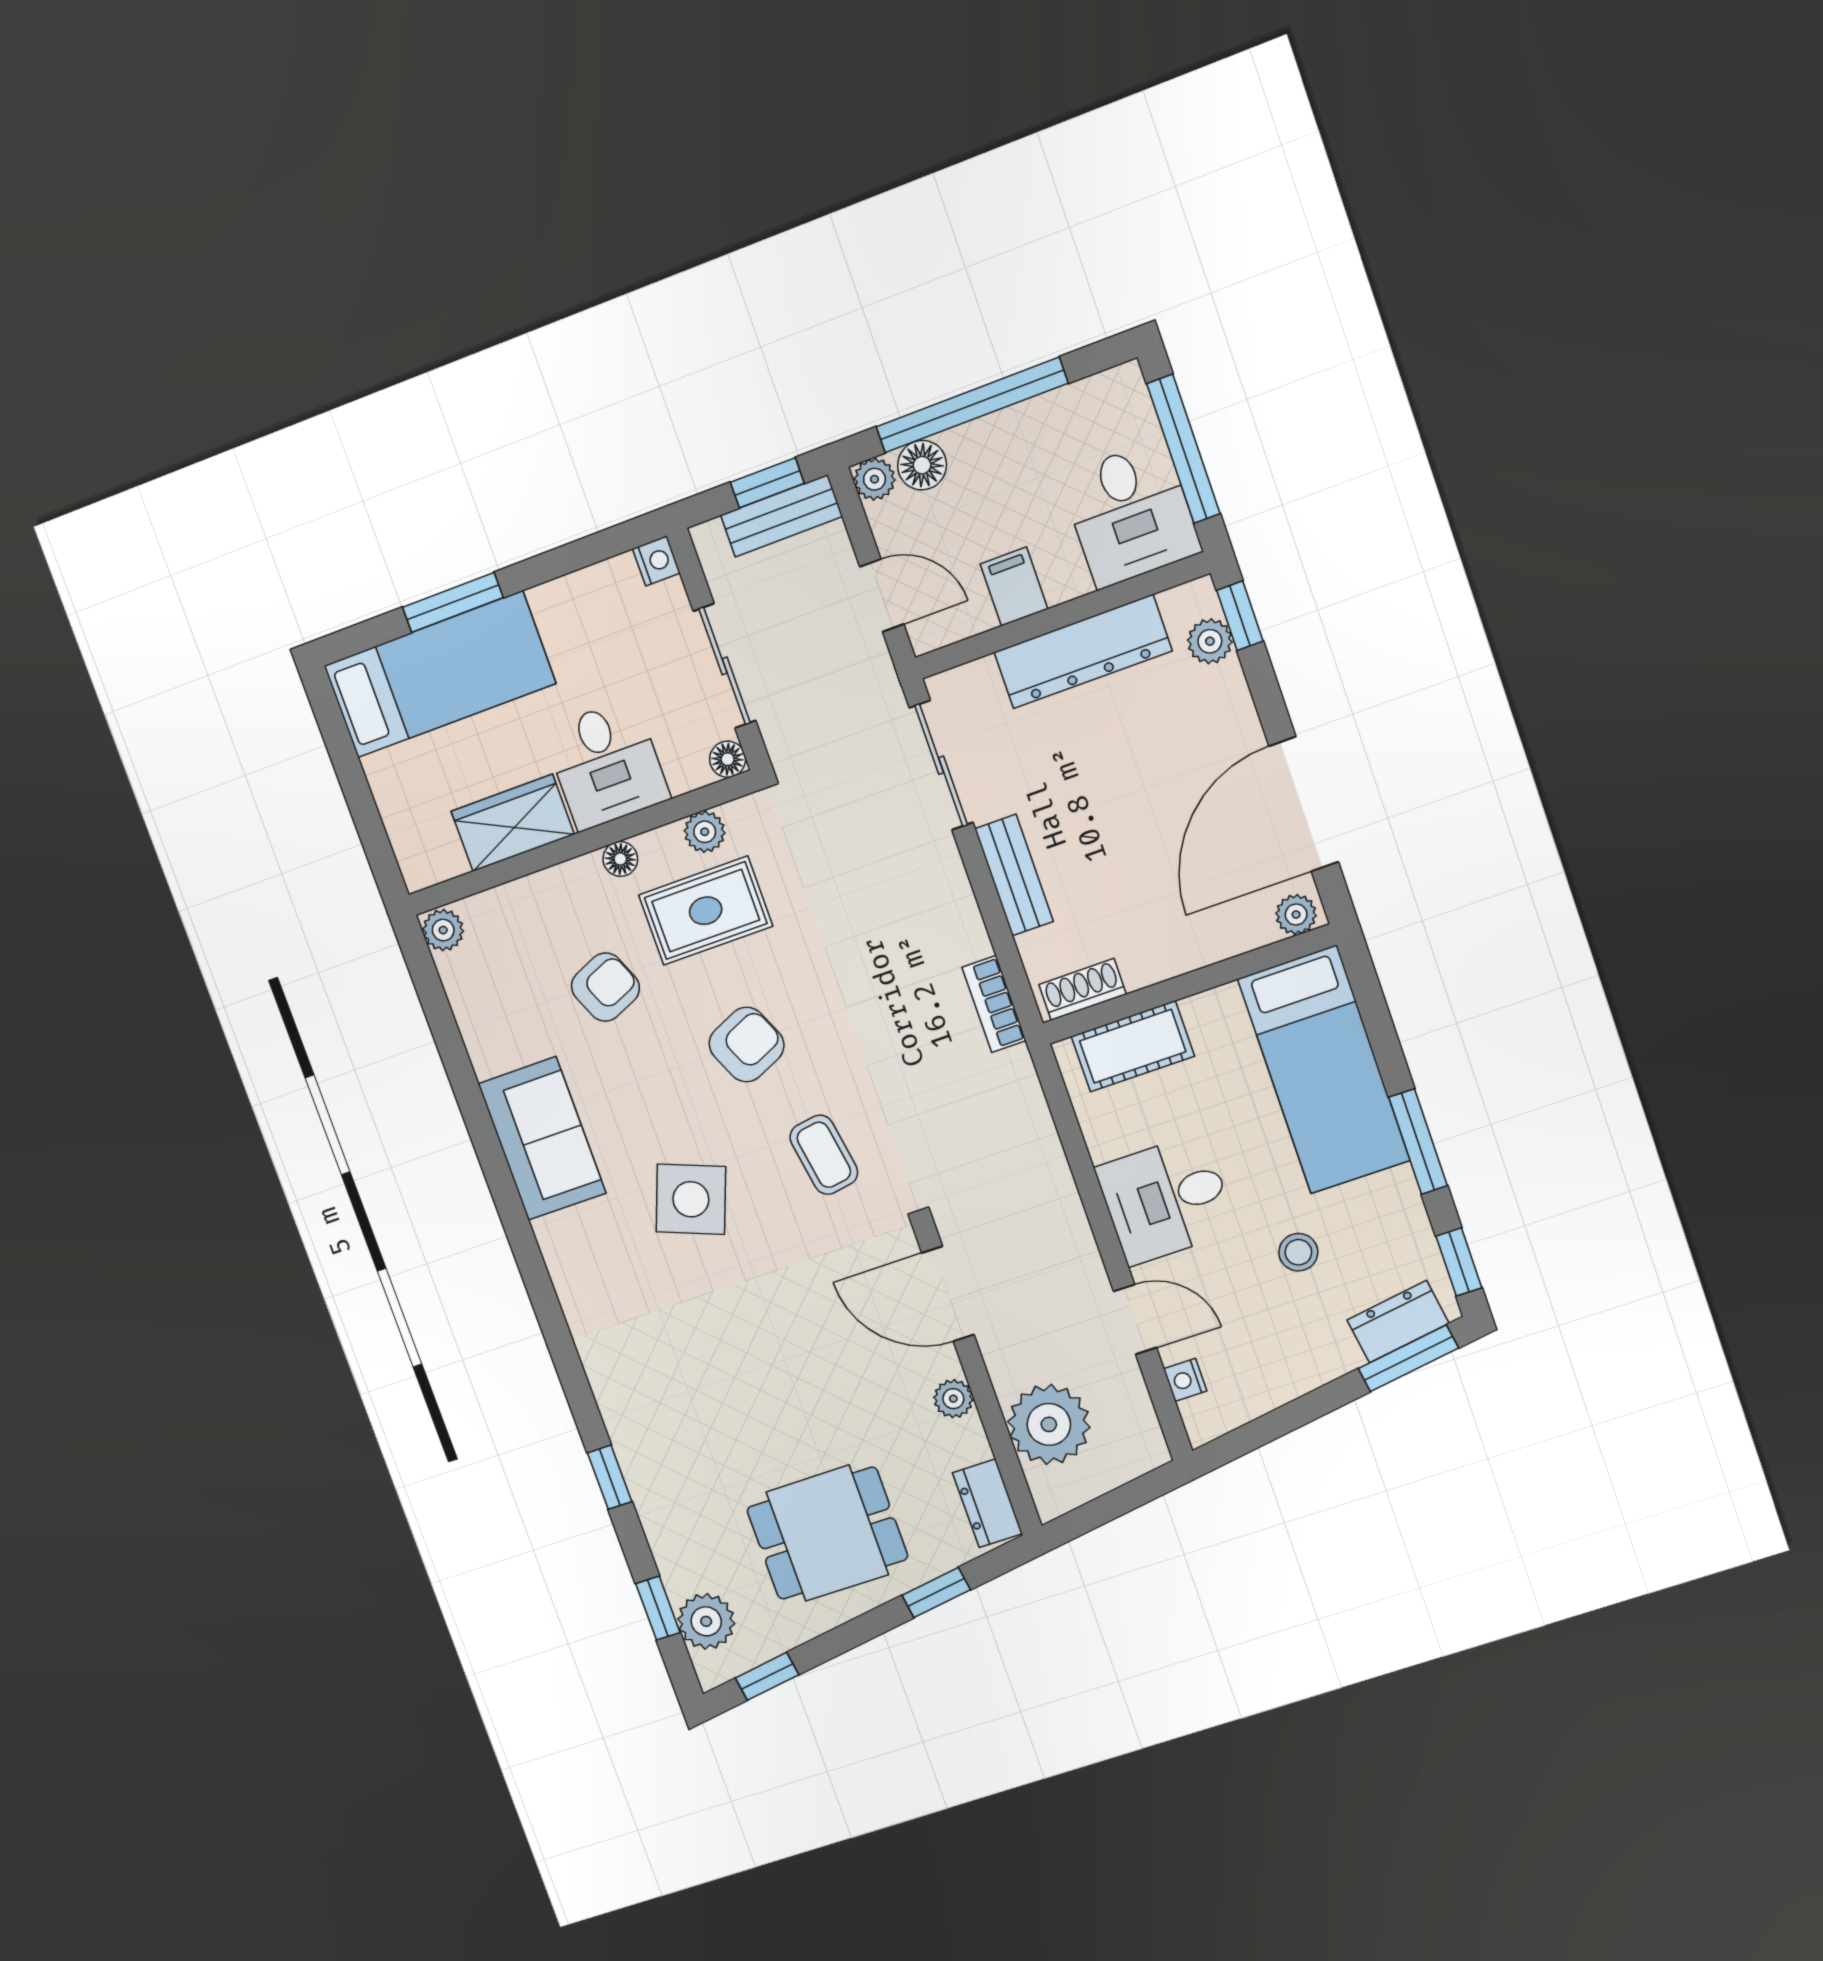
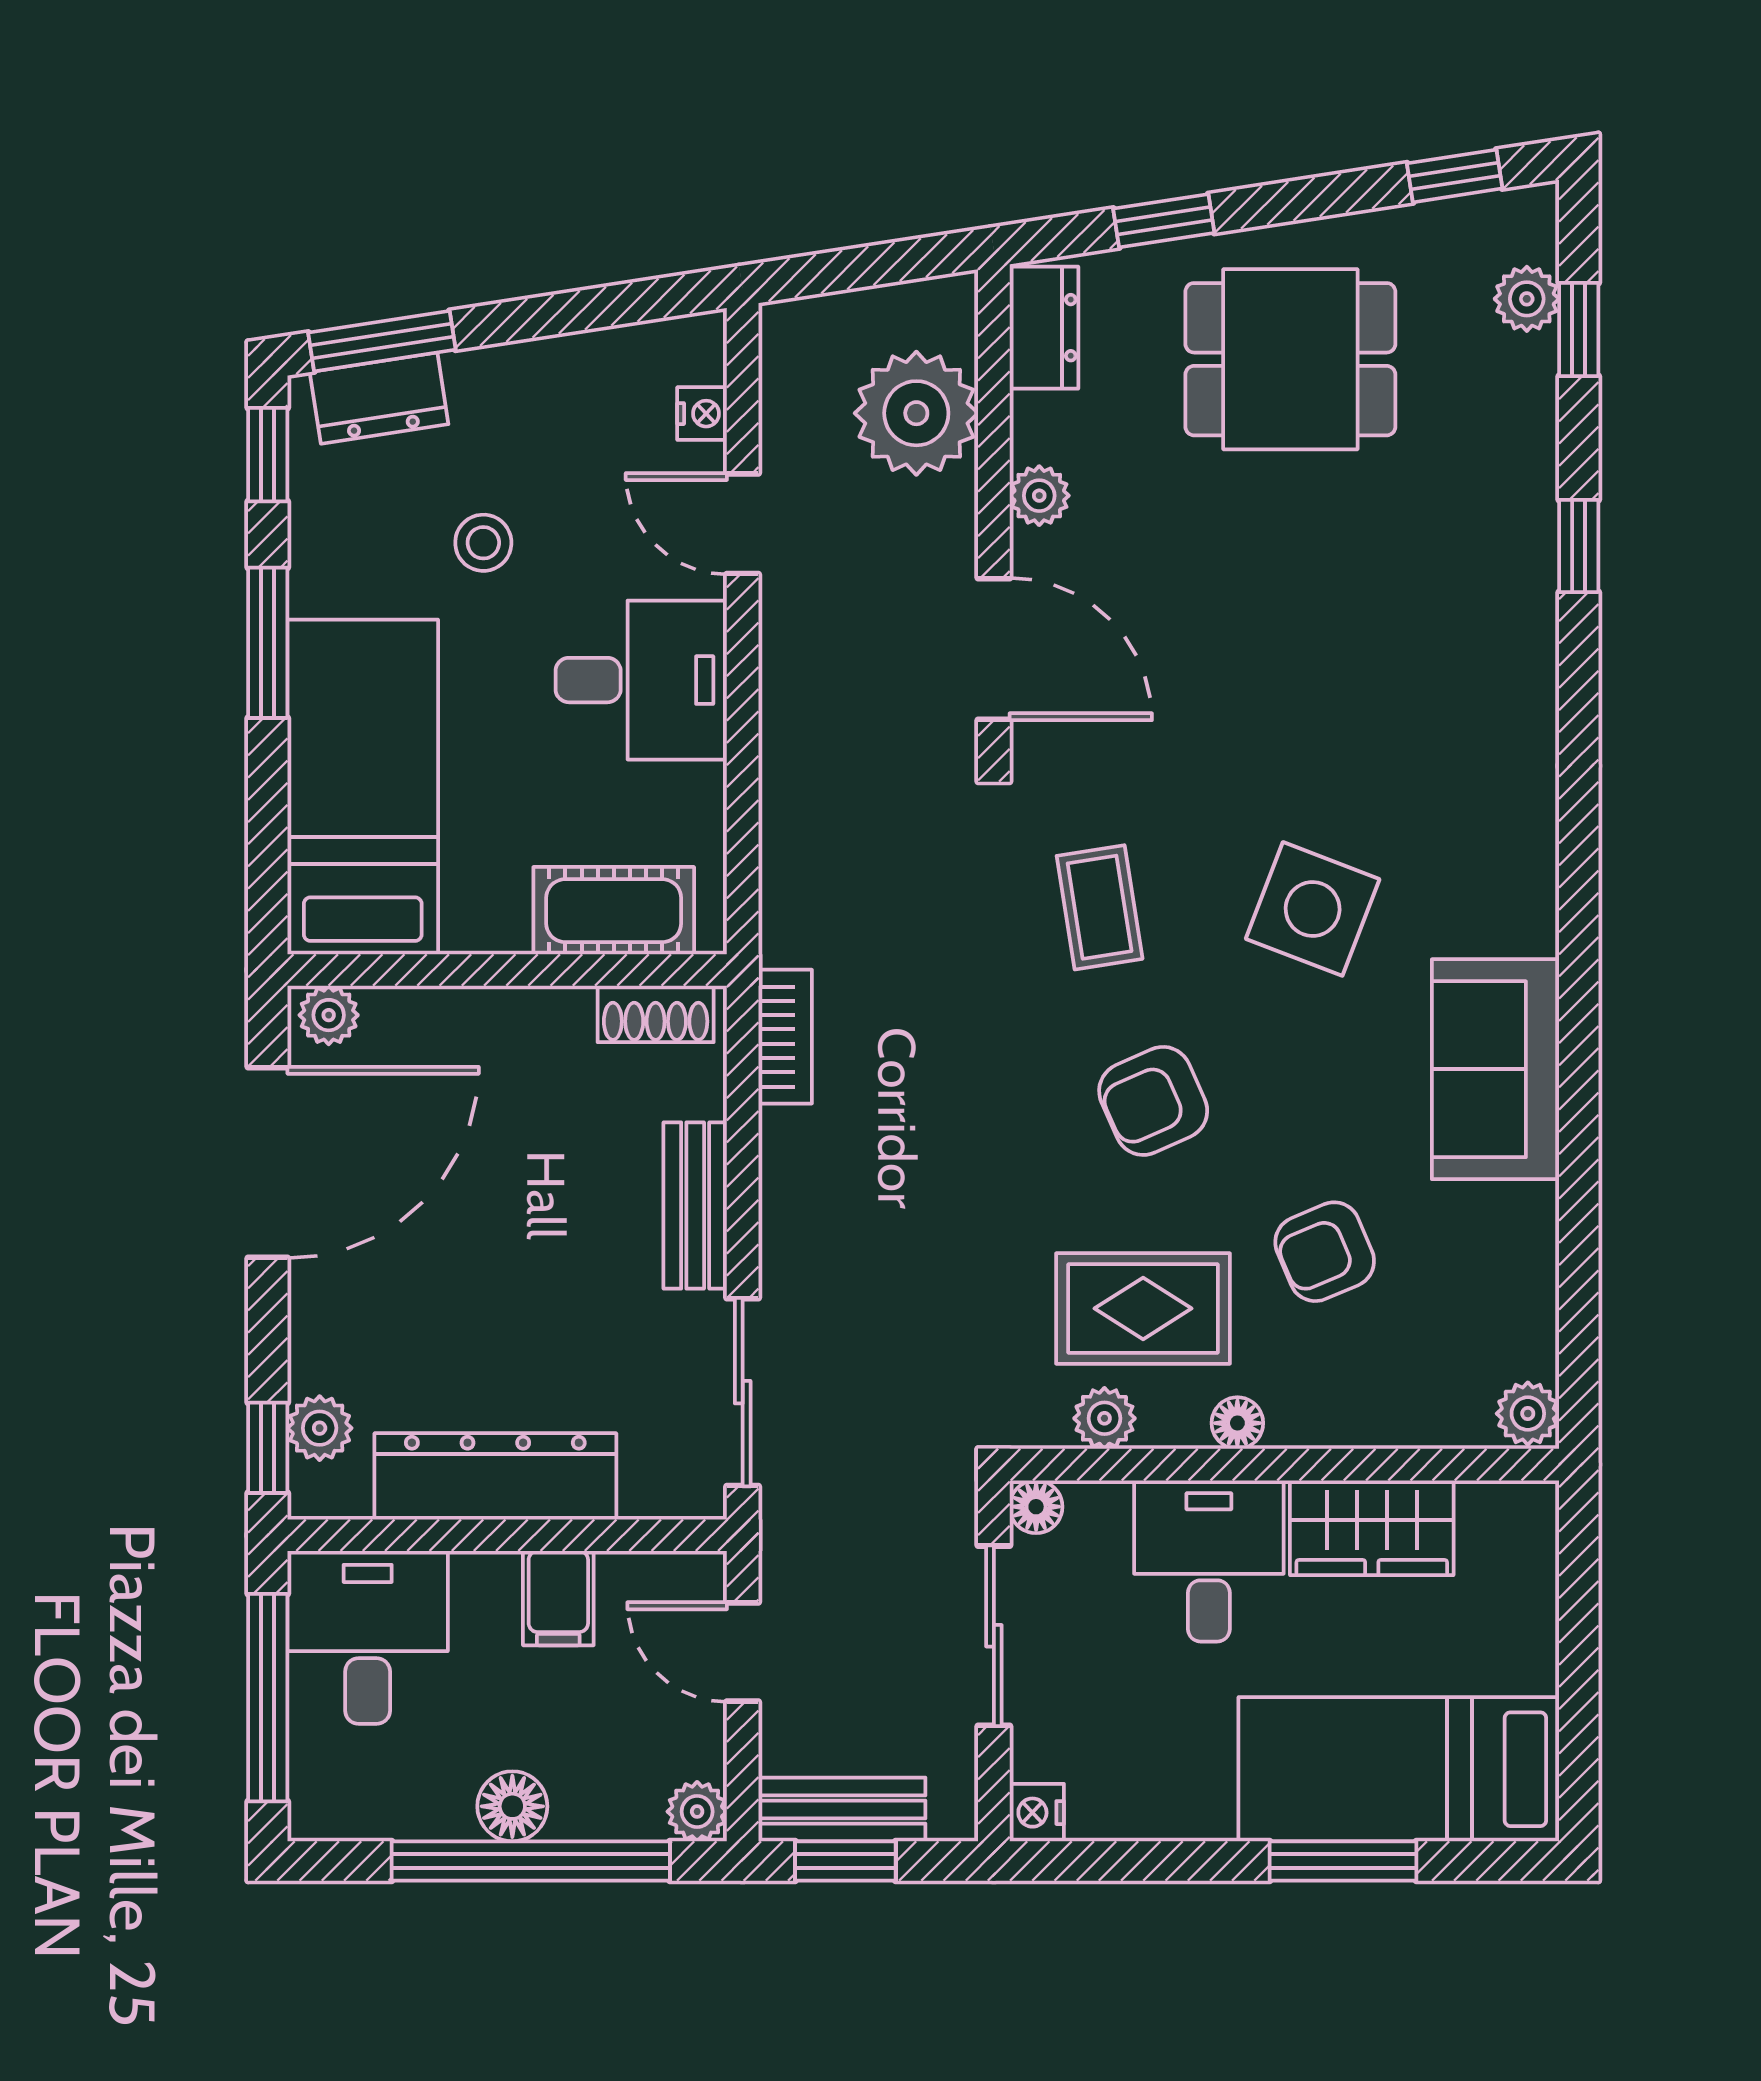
floor lamp: (922, 465) -> (512, 1806), moved
plant: (706, 1621) -> (1527, 299), width x0.73, depth x0.73

